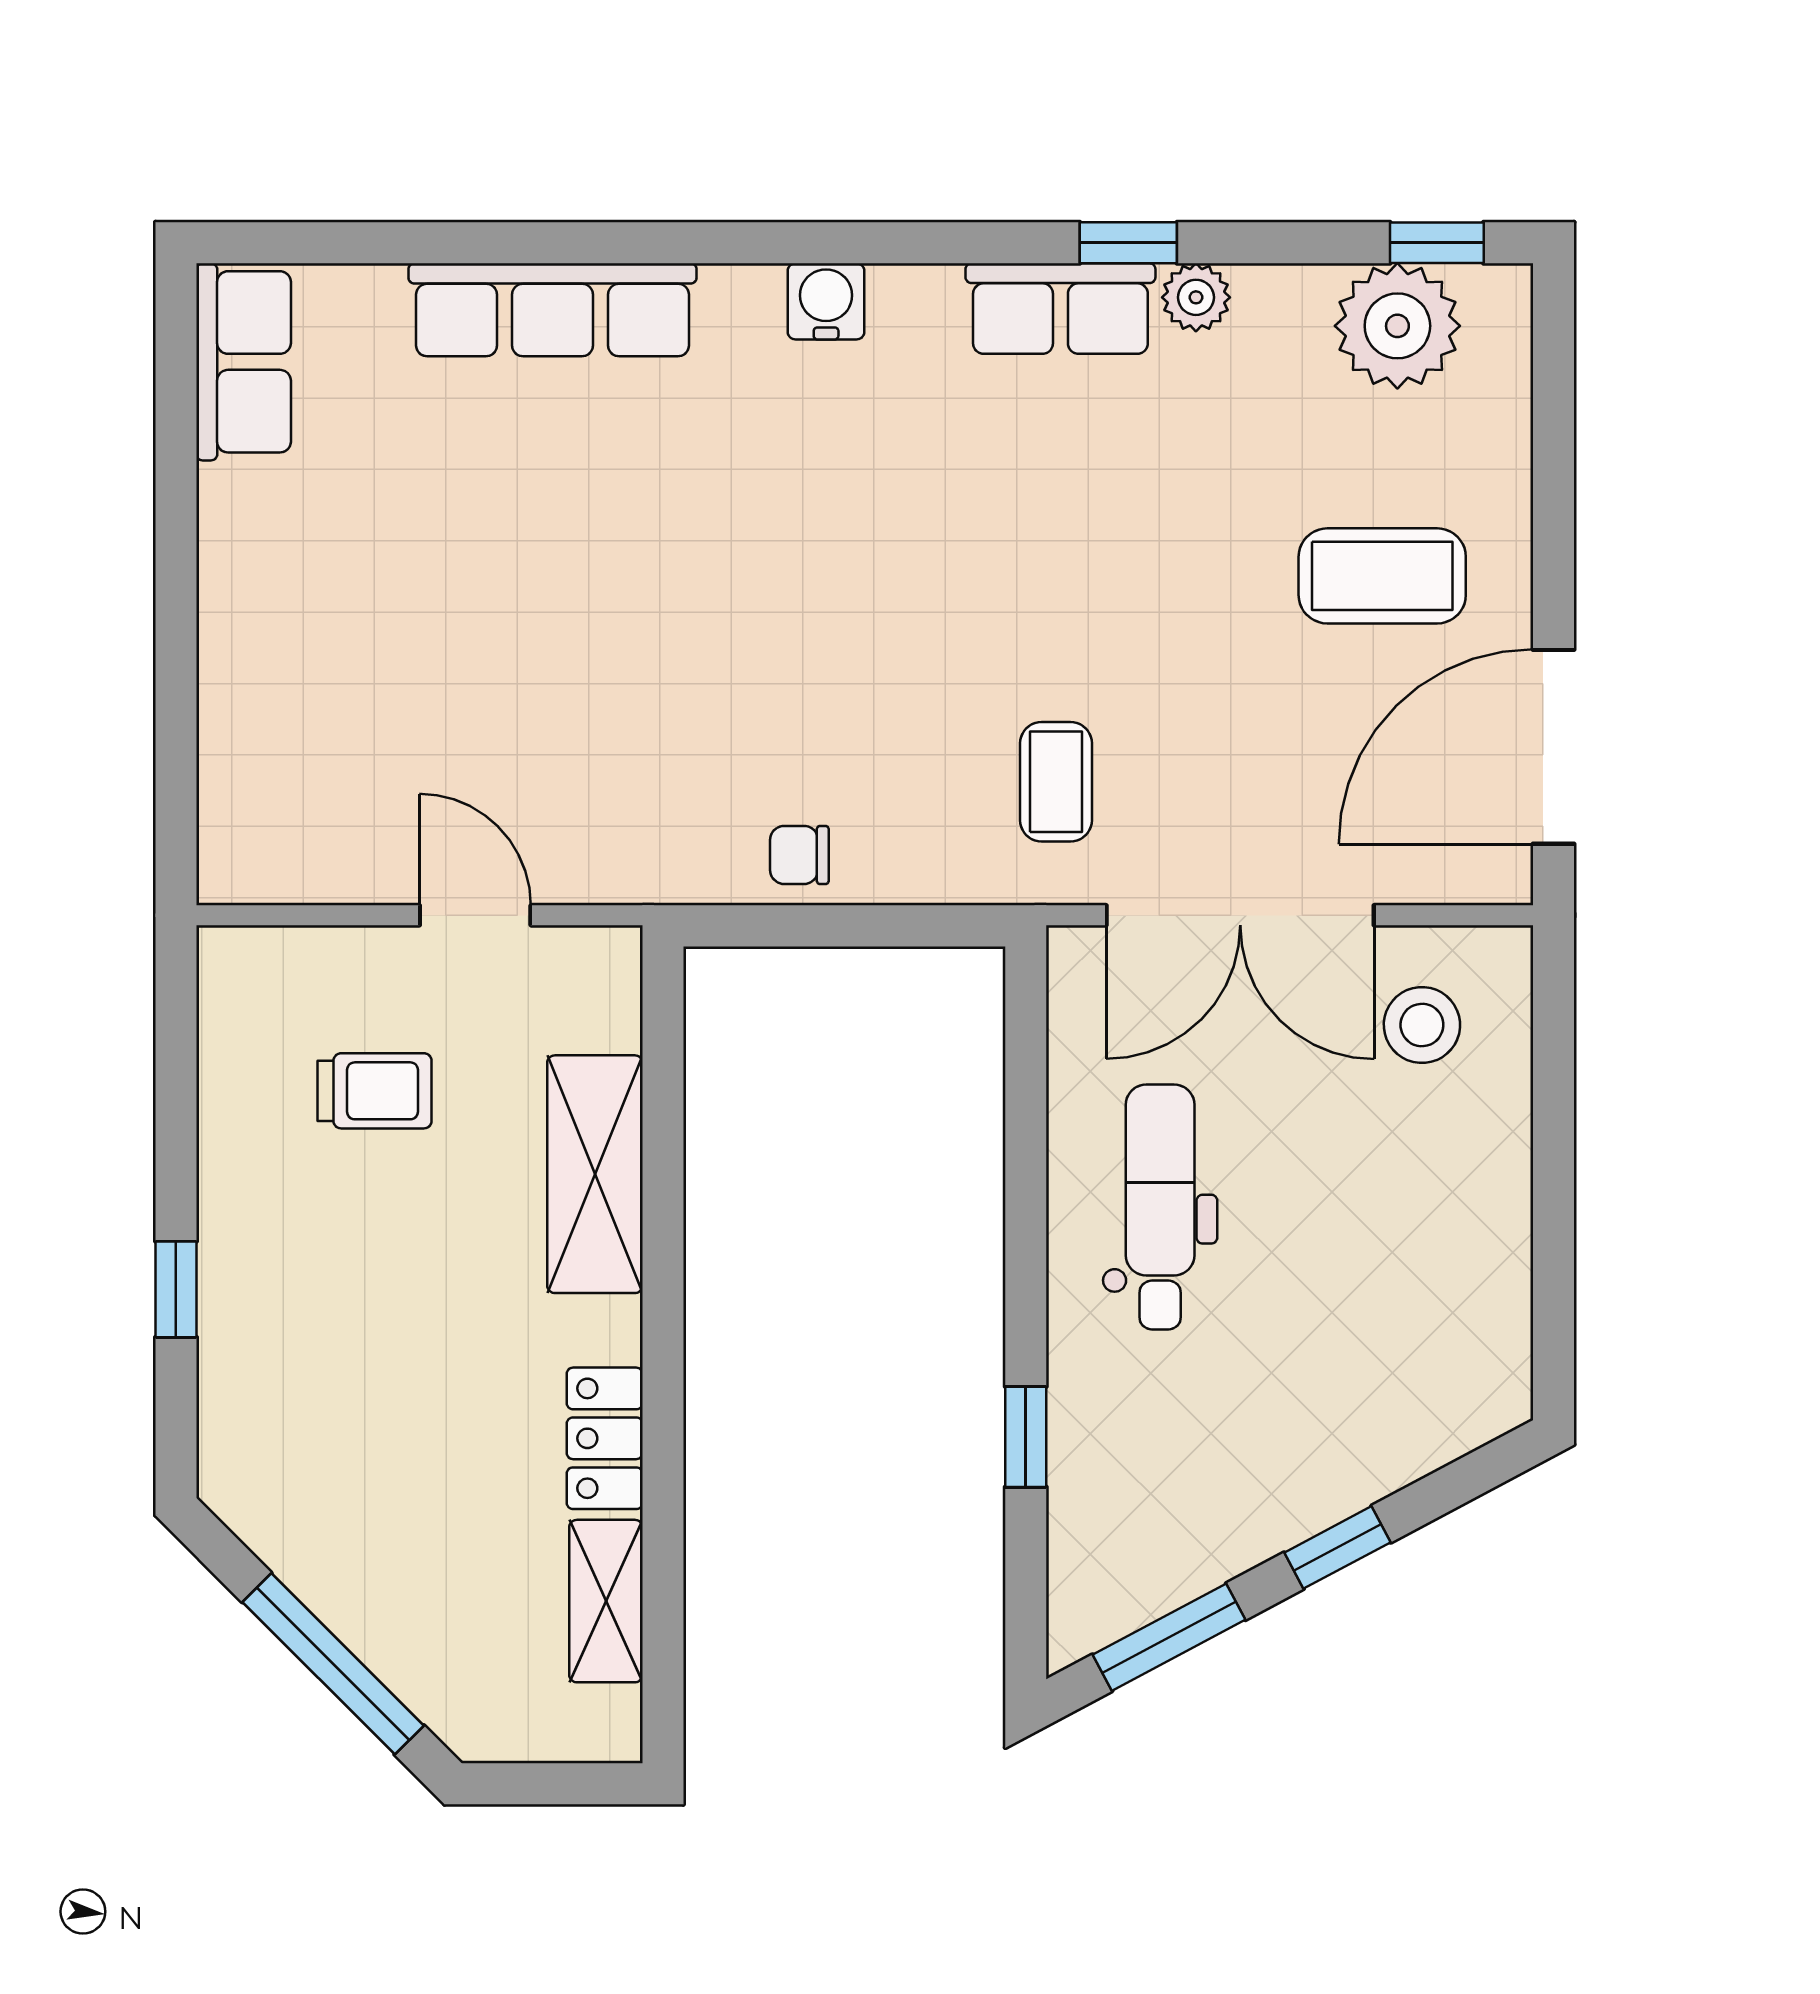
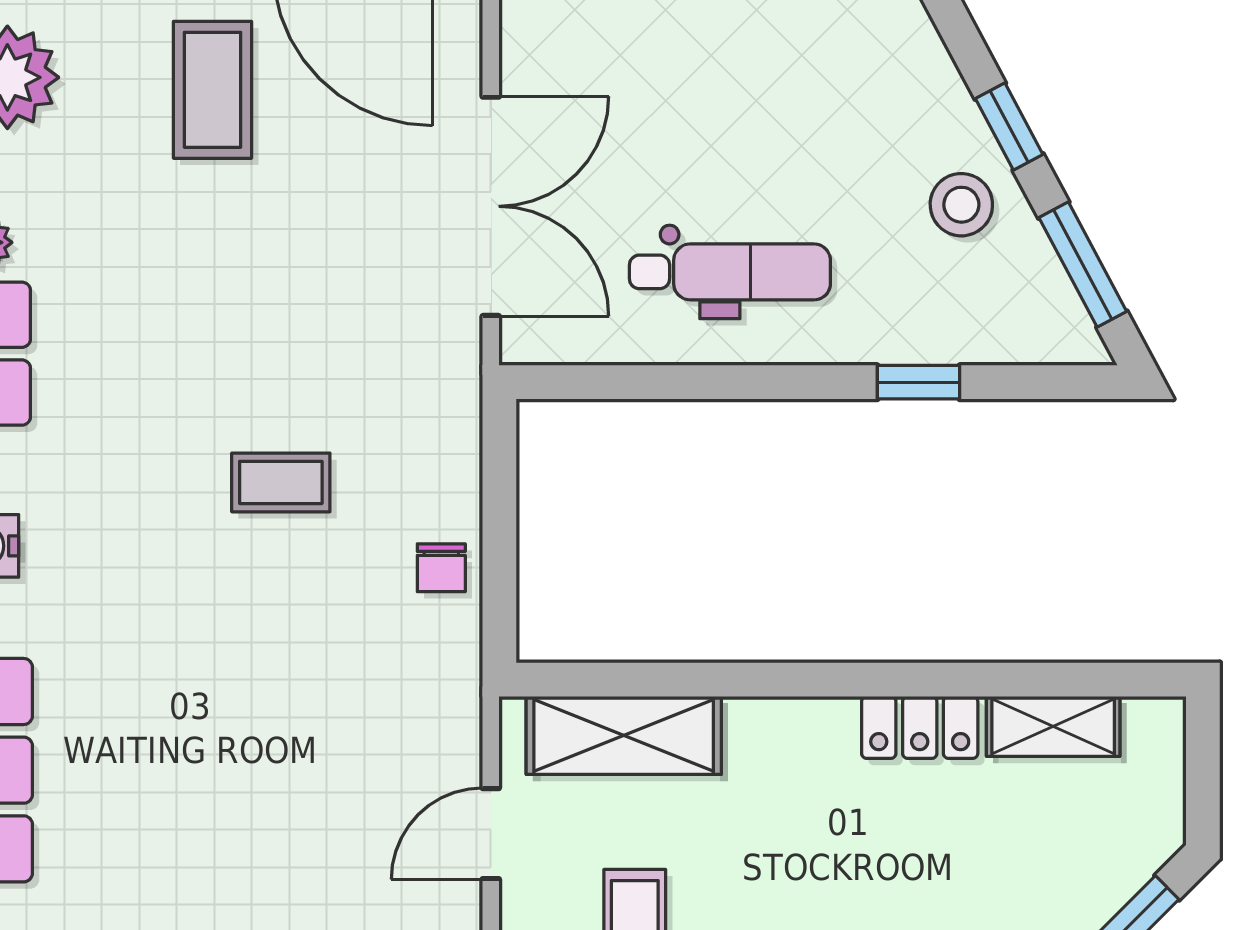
coffee table: (1056, 782) -> (281, 482), moved
stool: (1422, 1025) -> (961, 205), moved
shelving: (595, 1174) -> (624, 735), moved
dental chair: (1160, 1207) -> (730, 272), turned 180

